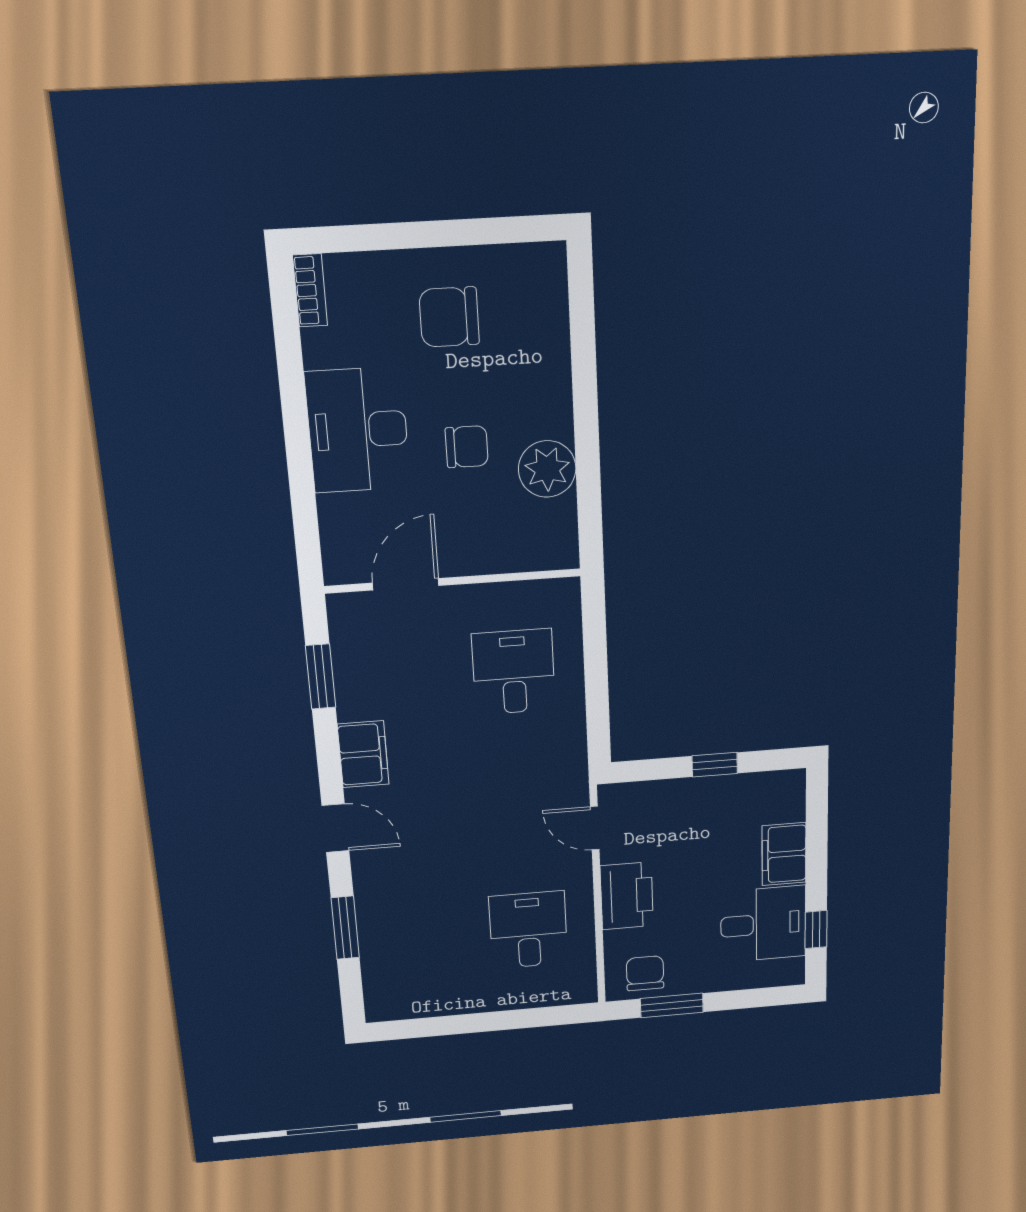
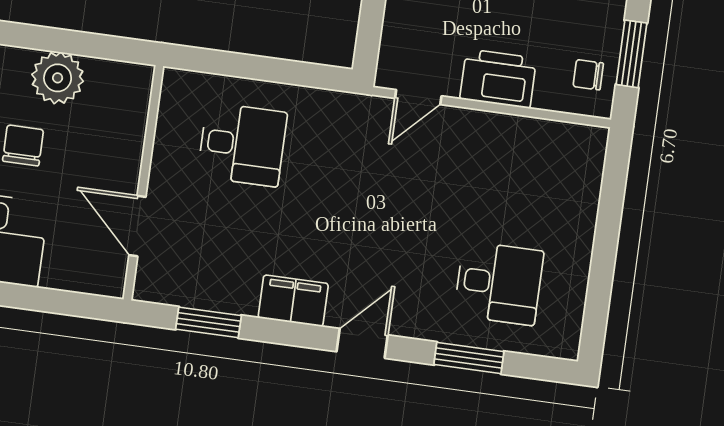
desk: (514, 672) -> (242, 145), turned 180
desk: (528, 930) -> (499, 283), moved, turned 180
chair: (645, 973) -> (588, 75), width x0.73, depth x0.73

